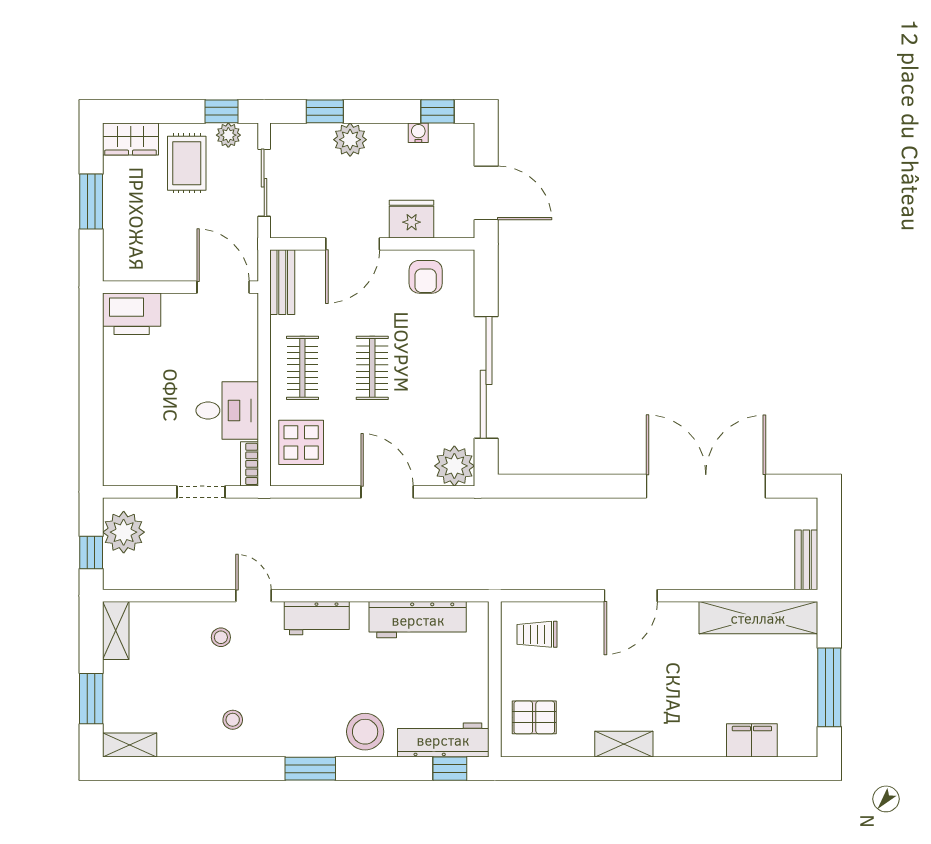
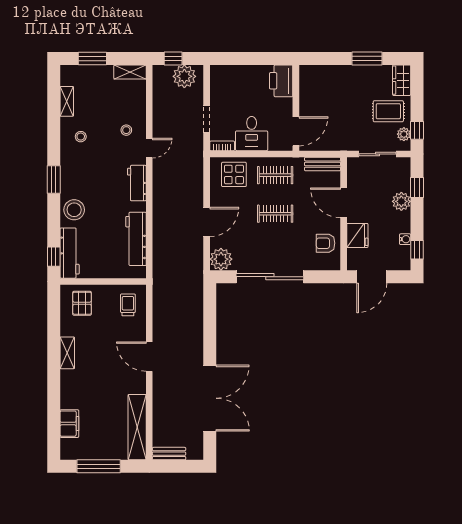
wall: (180, 287) -> (296, 108), moved
door: (223, 287) -> (296, 131), moved
printer: (132, 314) -> (281, 81), moved
shelving: (130, 745) -> (67, 101), moved

